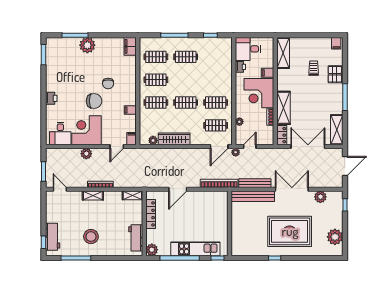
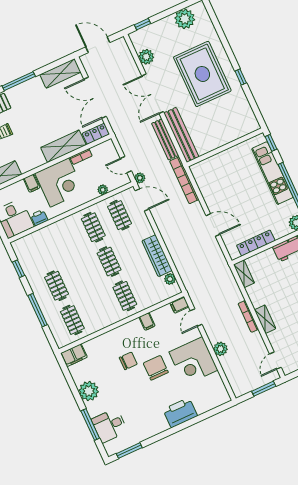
plant: (87, 45) -> (89, 391), moved
clothes rail: (156, 80) -> (99, 308), removed
printer: (51, 98) -> (180, 413), width x1.87, depth x1.48
desk: (60, 133) -> (110, 425), moved, turned 180
door: (117, 147) -> (196, 318), swing flipped

